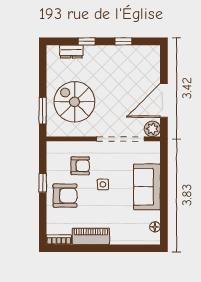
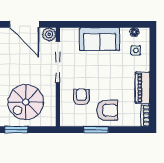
window: (43, 111) -> (16, 130), moved
window: (43, 183) -> (96, 130), width x1.50
side table: (103, 184) -> (136, 50), moved
armchair: (65, 196) -> (107, 110), turned 90

